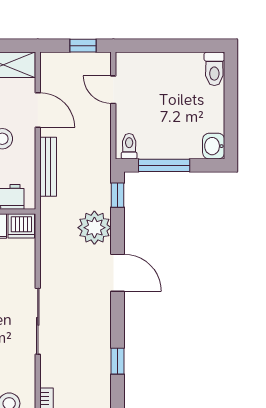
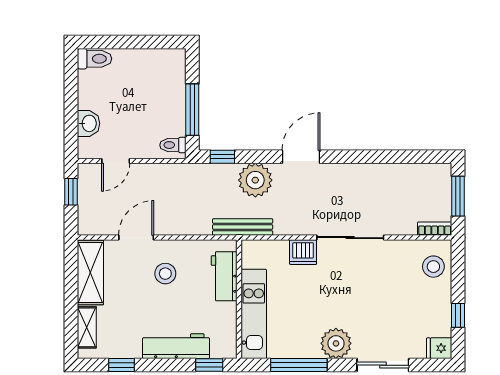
washbasin: (214, 146) -> (89, 123), moved, turned -90
bench: (48, 167) -> (243, 227), moved
dishwasher: (21, 226) -> (303, 252), moved, turned 90
window: (118, 361) -> (390, 157), removed

